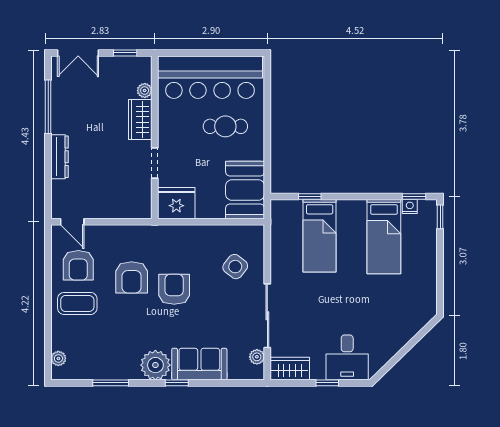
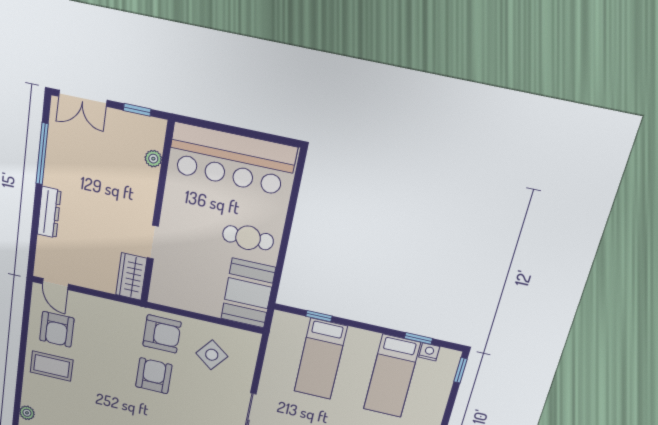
wardrobe: (140, 120) -> (131, 277), moved
cafe table: (225, 126) -> (248, 238), moved
window: (414, 197) -> (418, 338), moved
fridge: (176, 203) -> (170, 290), removed
side table: (235, 267) -> (212, 355), moved
armchair: (132, 277) -> (162, 334), moved, turned -90

